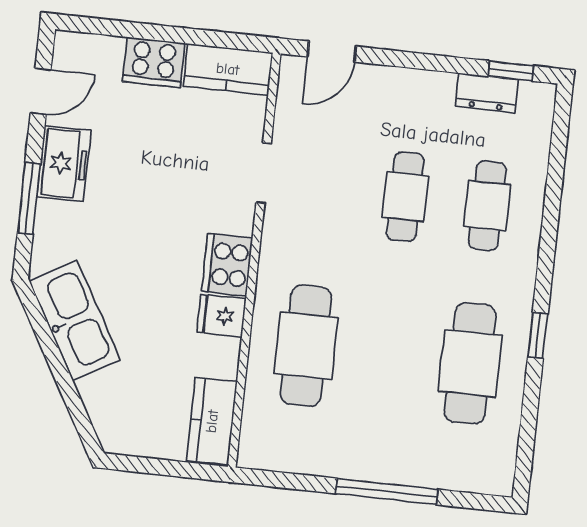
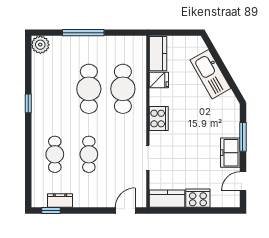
fridge: (221, 316) -> (159, 80), moved
kitchen sink: (75, 320) -> (210, 74), moved
cafe table: (470, 363) -> (89, 89), moved
plant: (493, 474) -> (40, 45), added

